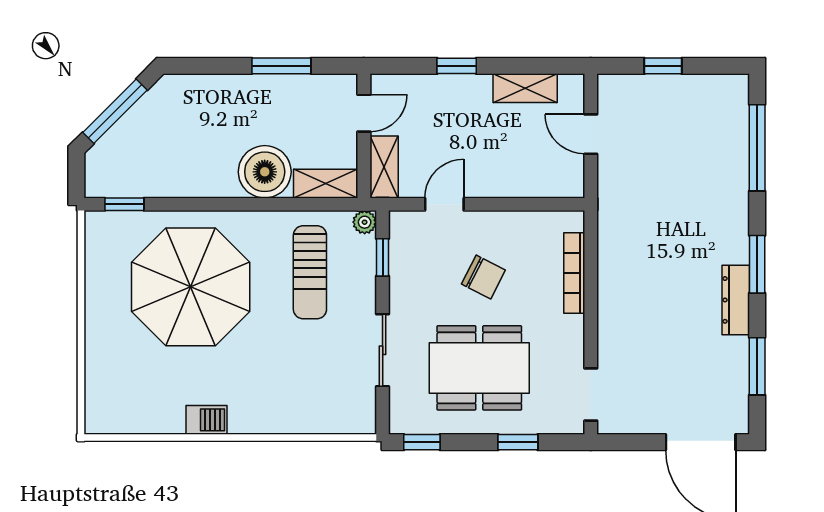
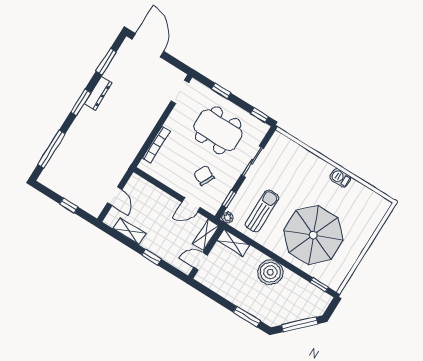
window: (281, 66) -> (247, 317), moved
boiler: (265, 172) -> (270, 272), moved
chair: (483, 277) -> (204, 176), moved

